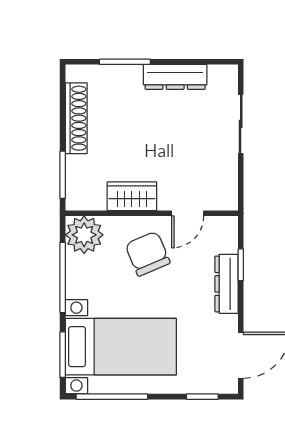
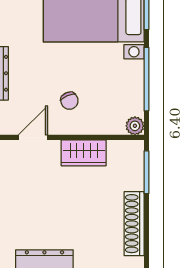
plant: (84, 235) -> (135, 126), width x0.53, depth x0.53
chair: (148, 254) -> (69, 101), width x0.54, depth x0.54

